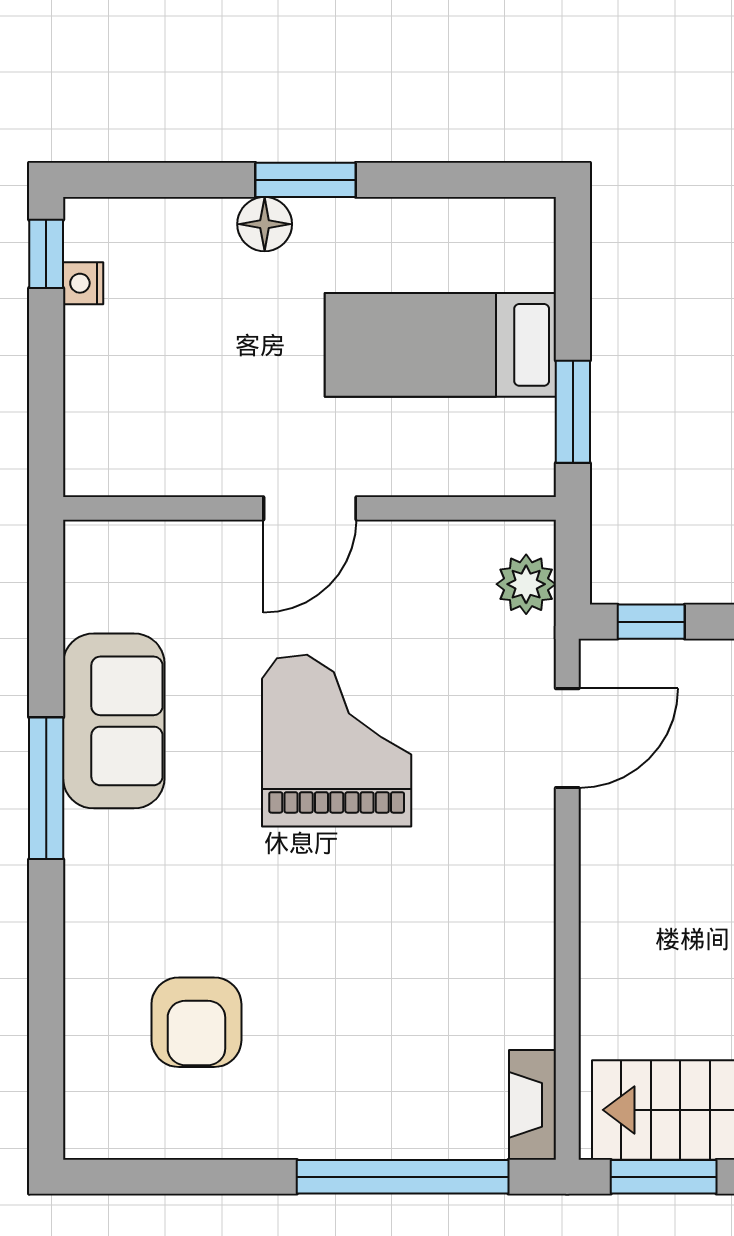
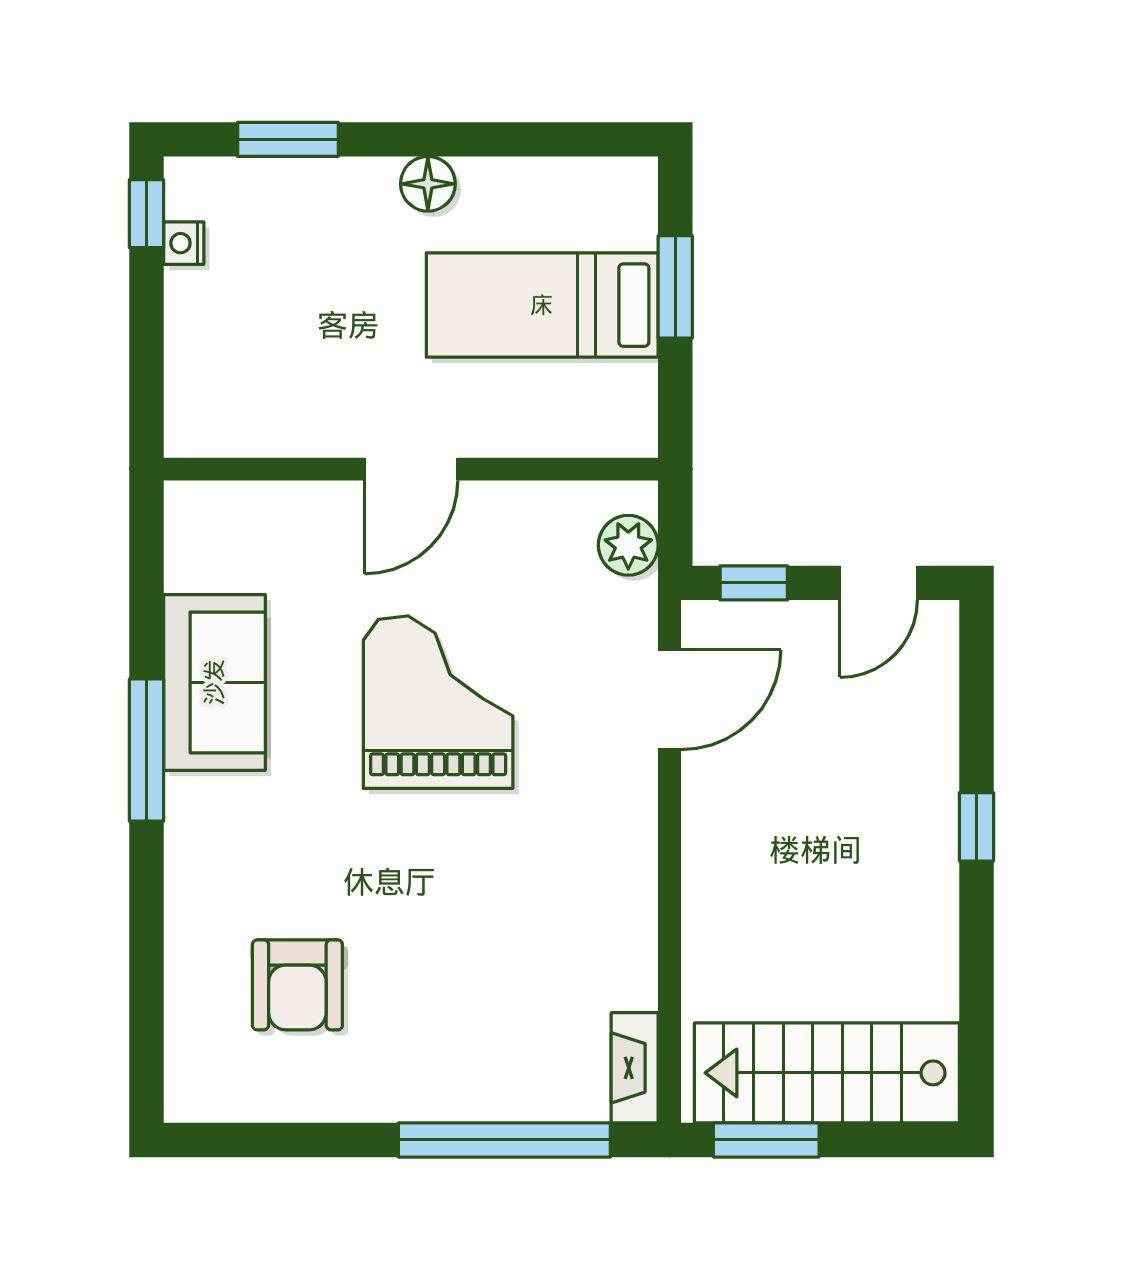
window: (306, 180) -> (288, 139), moved
floor lamp: (265, 224) -> (428, 184), moved
window: (573, 412) -> (675, 287), moved

